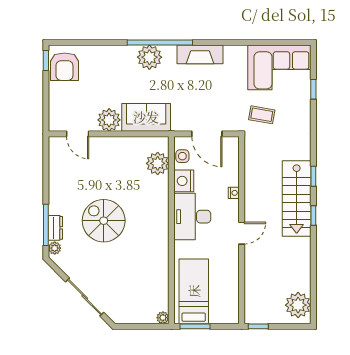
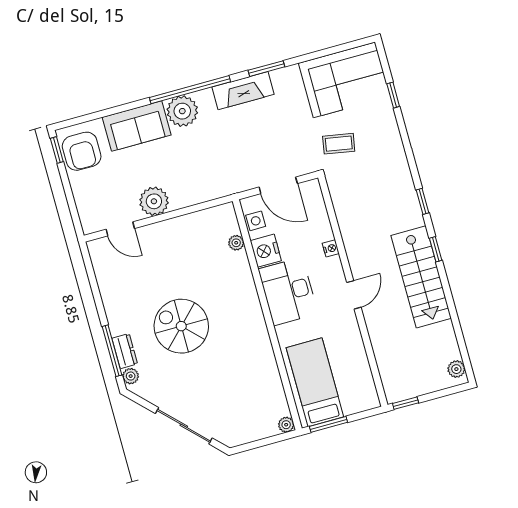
window: (222, 43) -> (266, 69), added
sofa: (146, 117) -> (137, 126), moved, turned 180
plant: (158, 163) -> (236, 243), width x0.53, depth x0.53
stairs: (297, 198) -> (421, 277), moved
plant: (298, 305) -> (456, 369), width x0.53, depth x0.53

